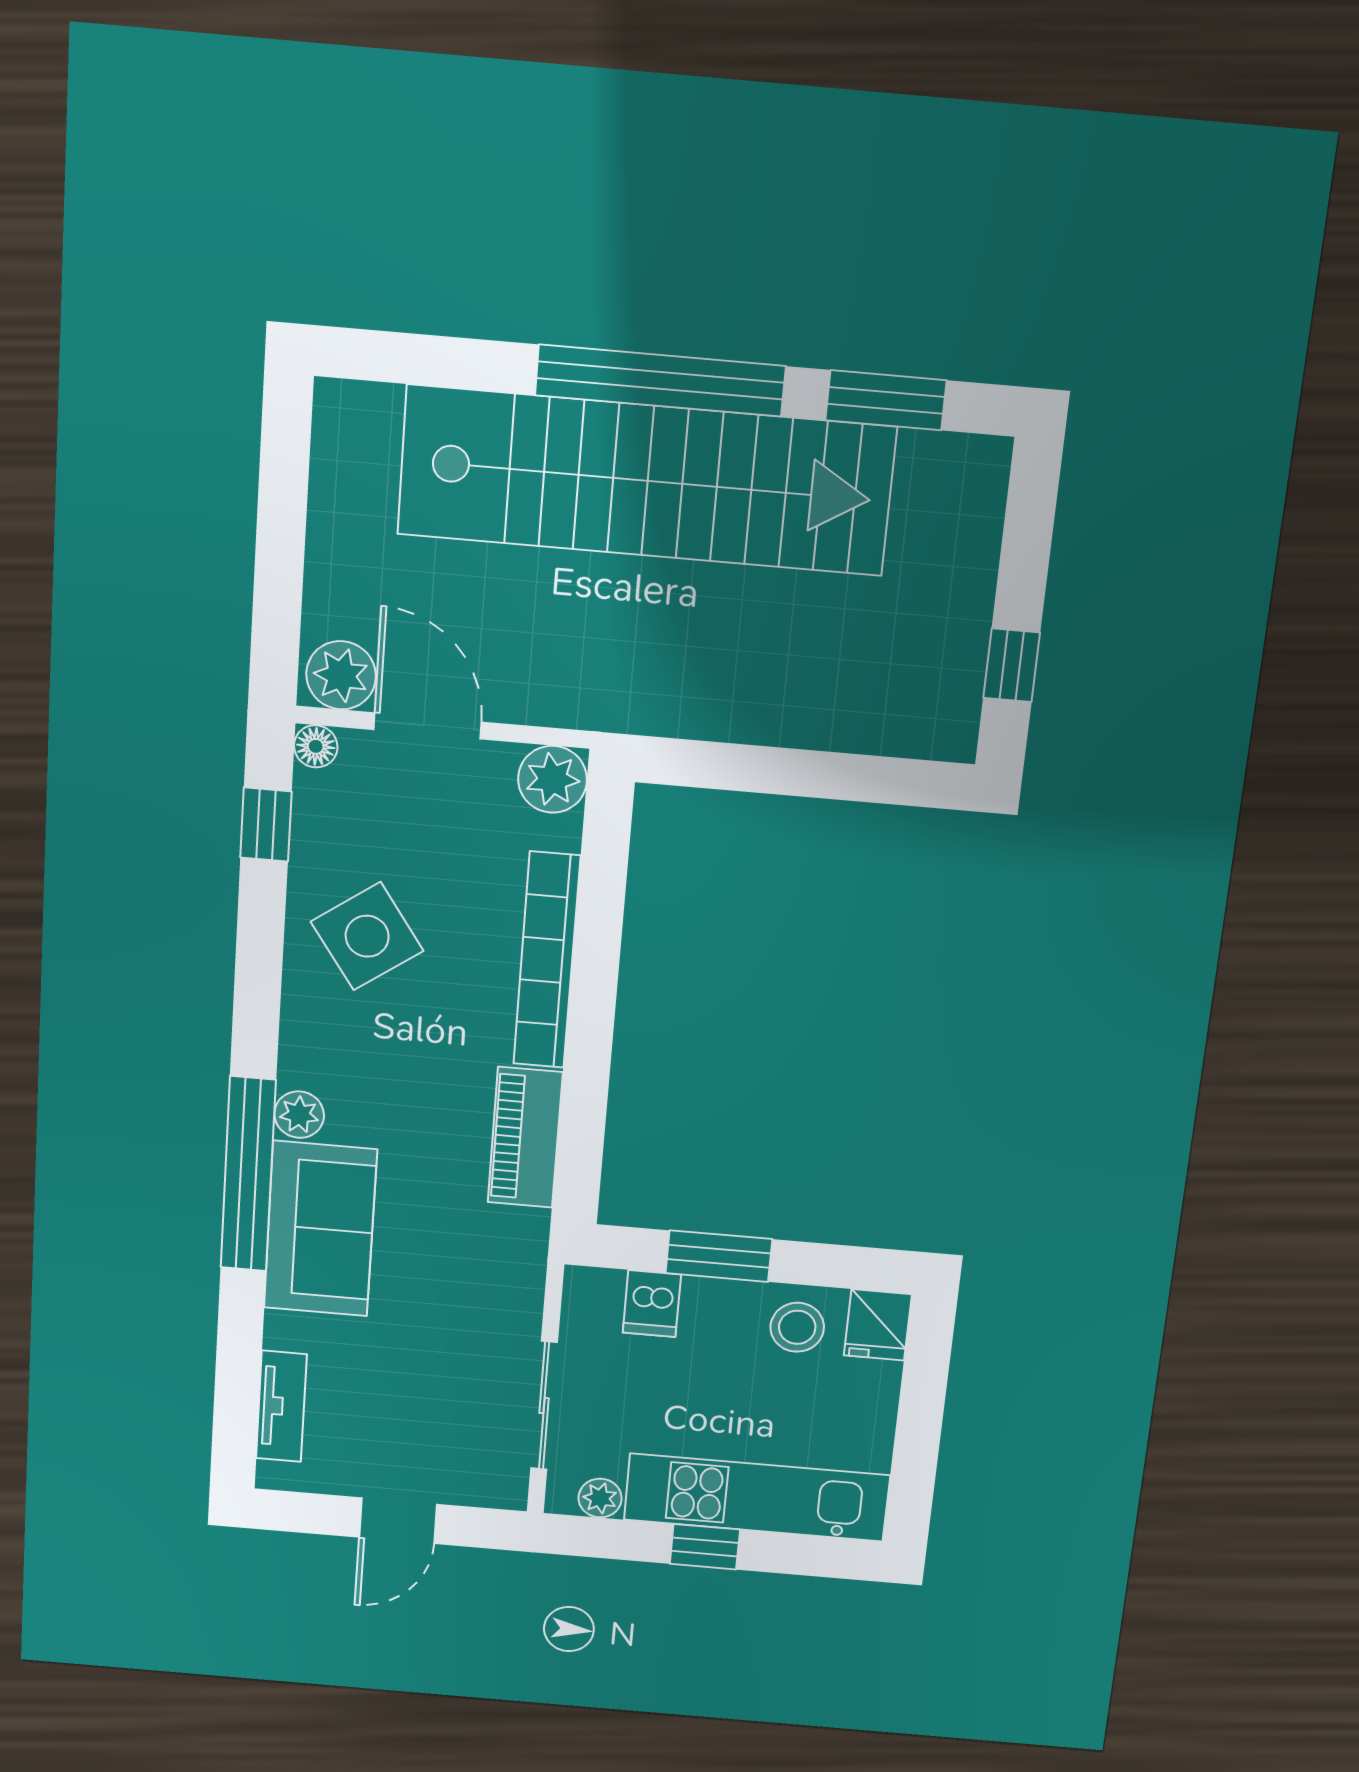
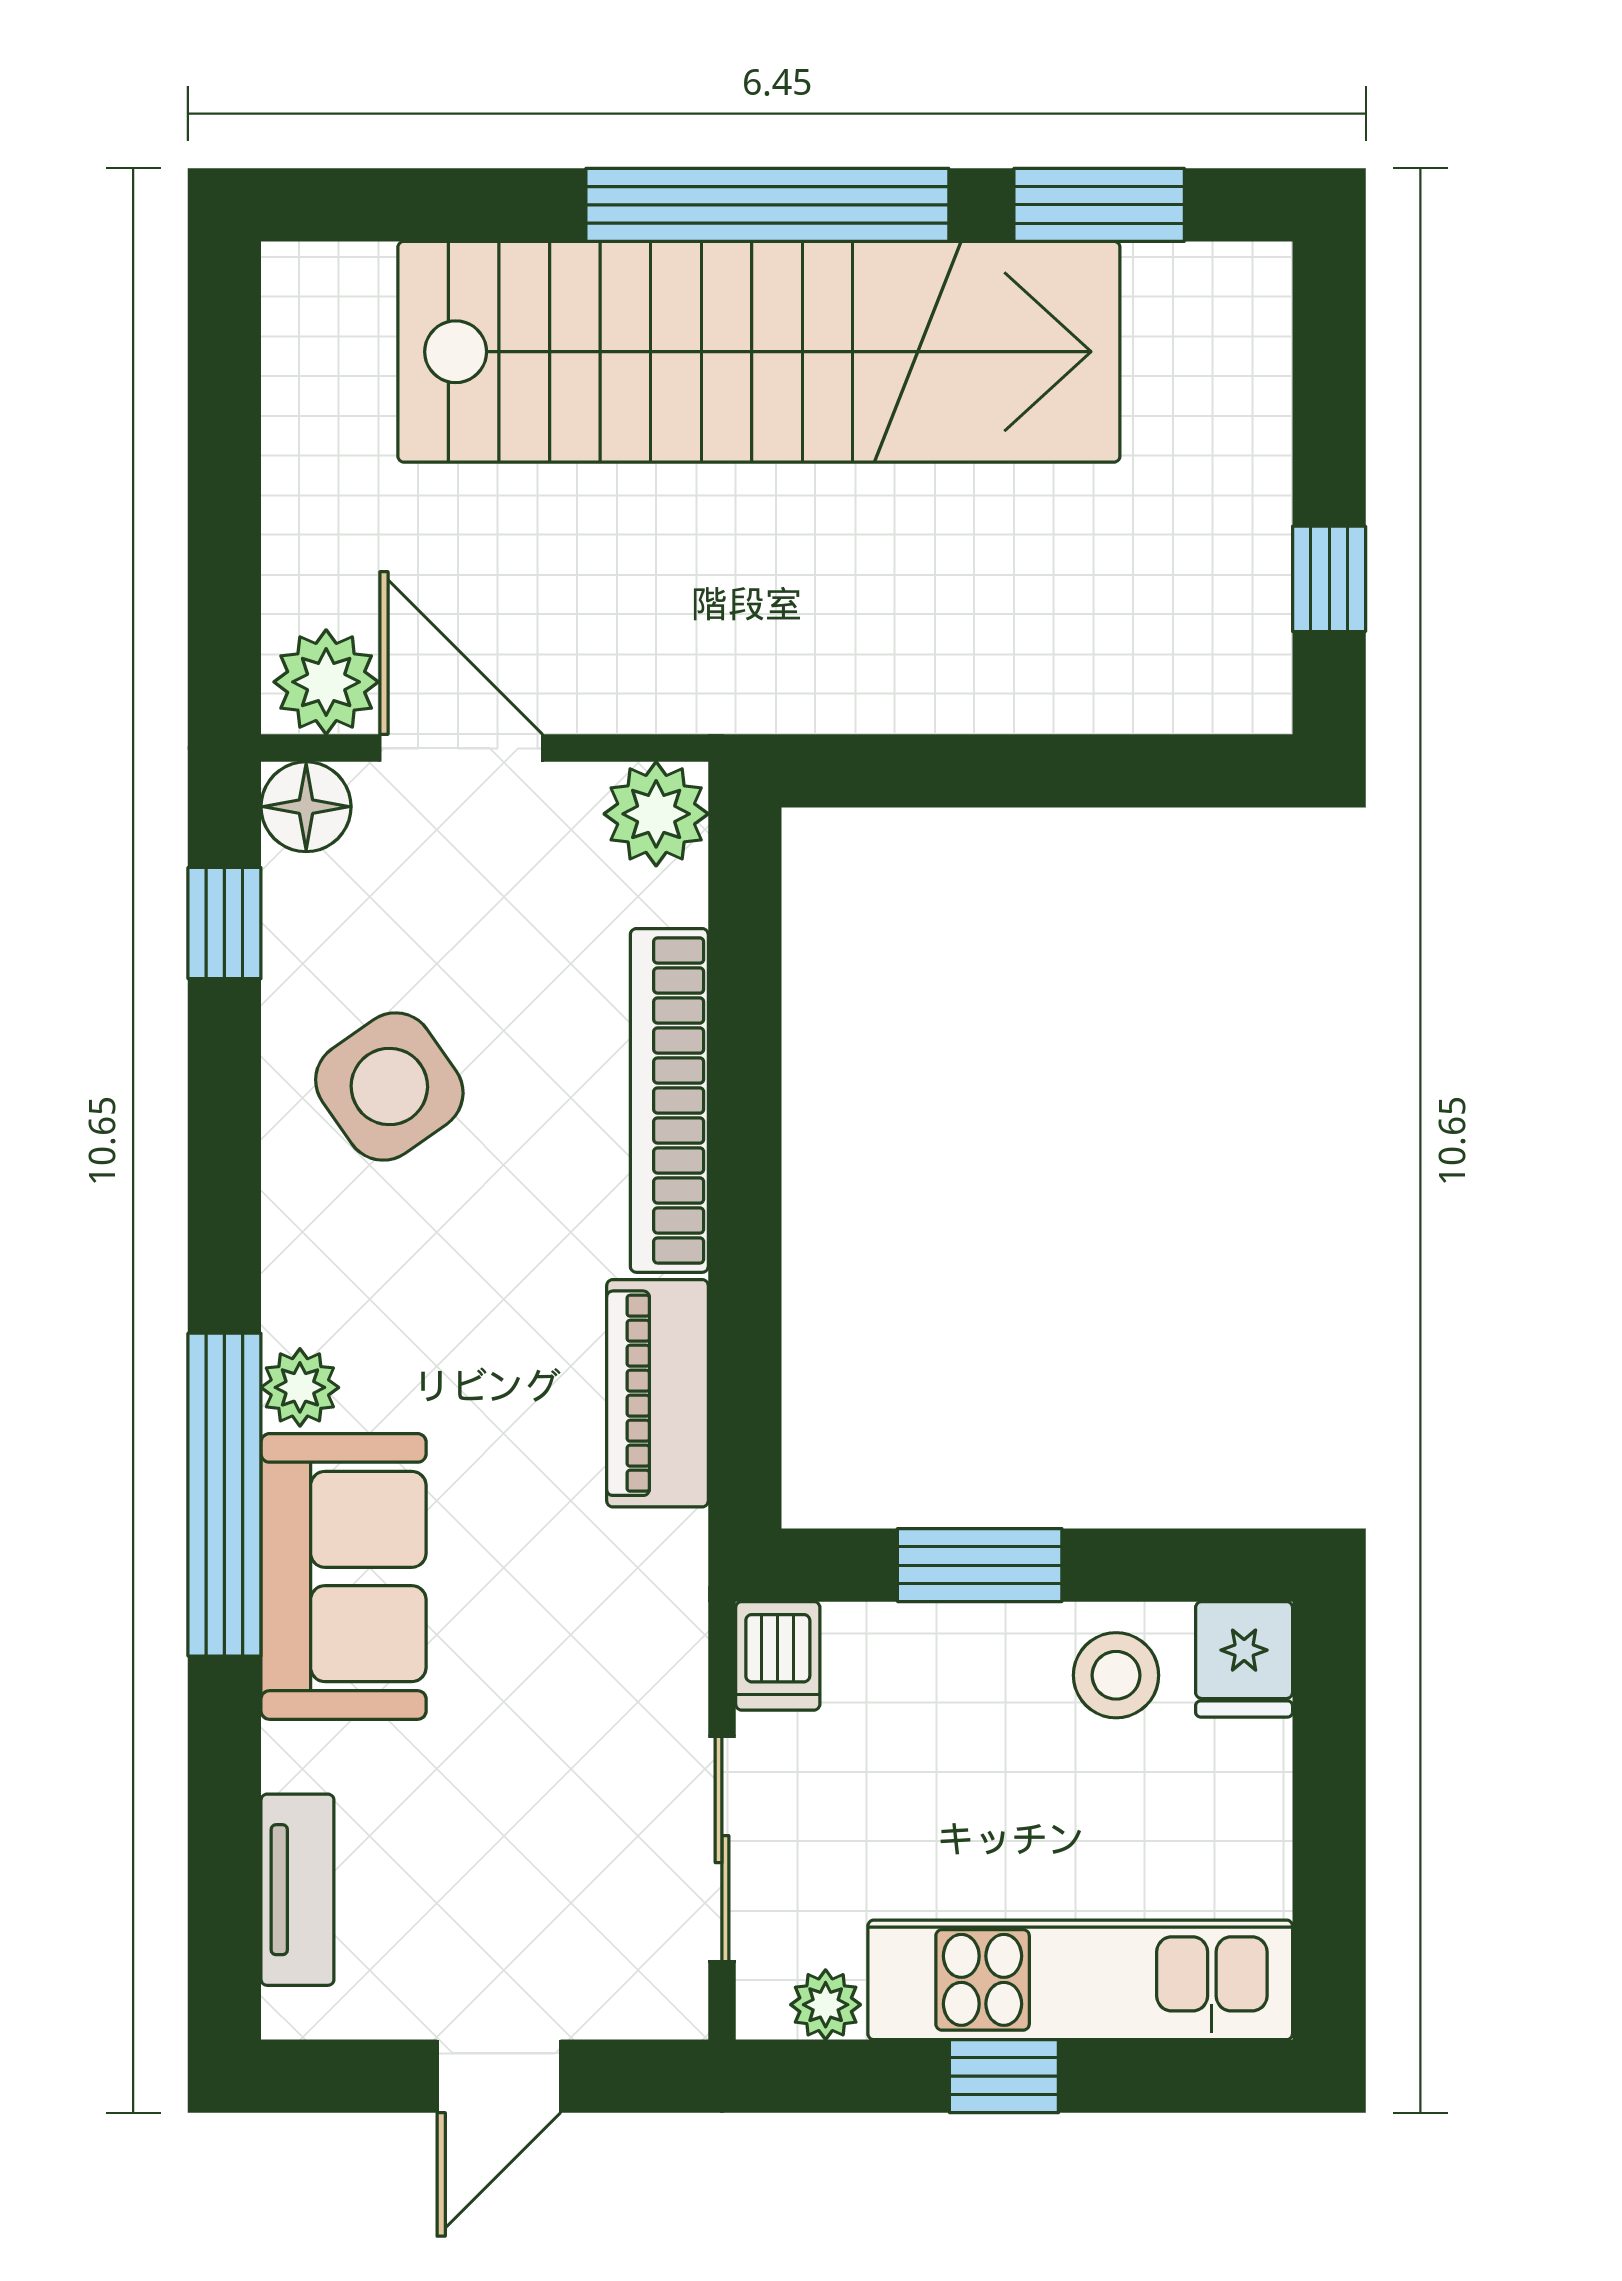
floor lamp: (316, 746) -> (306, 807), width x1.37, depth x1.37
dishwasher: (652, 1304) -> (778, 1656), moved

